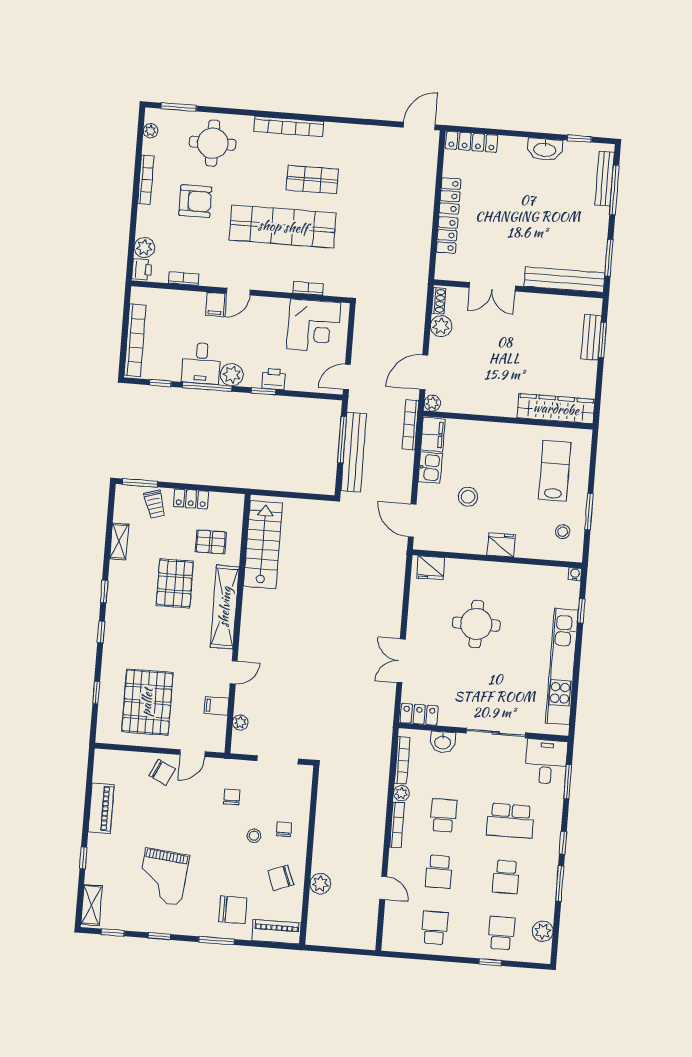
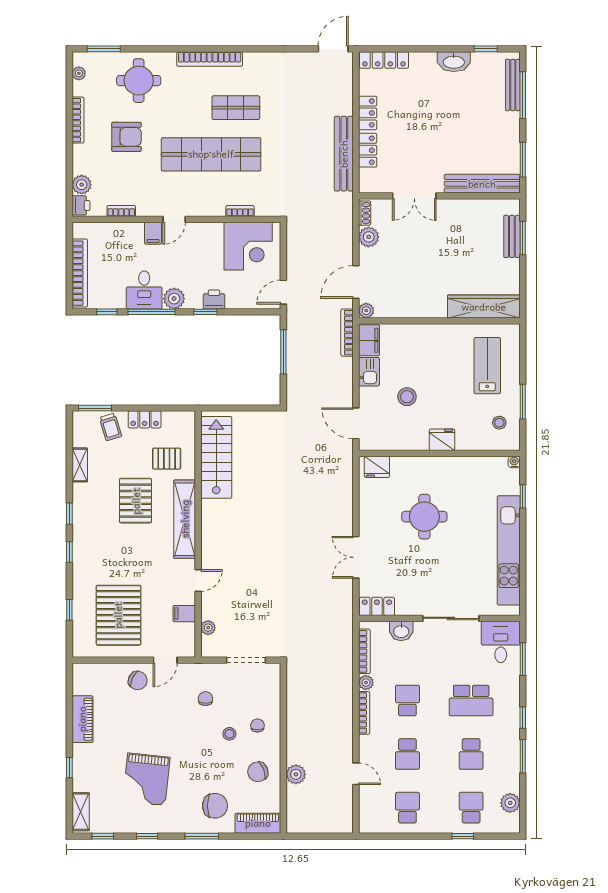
bench: (354, 452) -> (344, 154), moved

